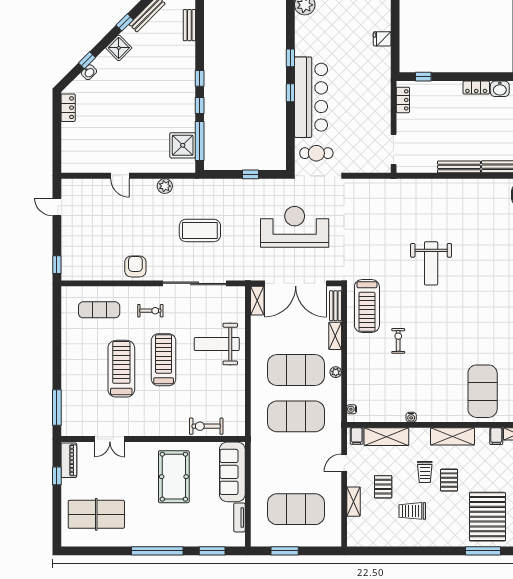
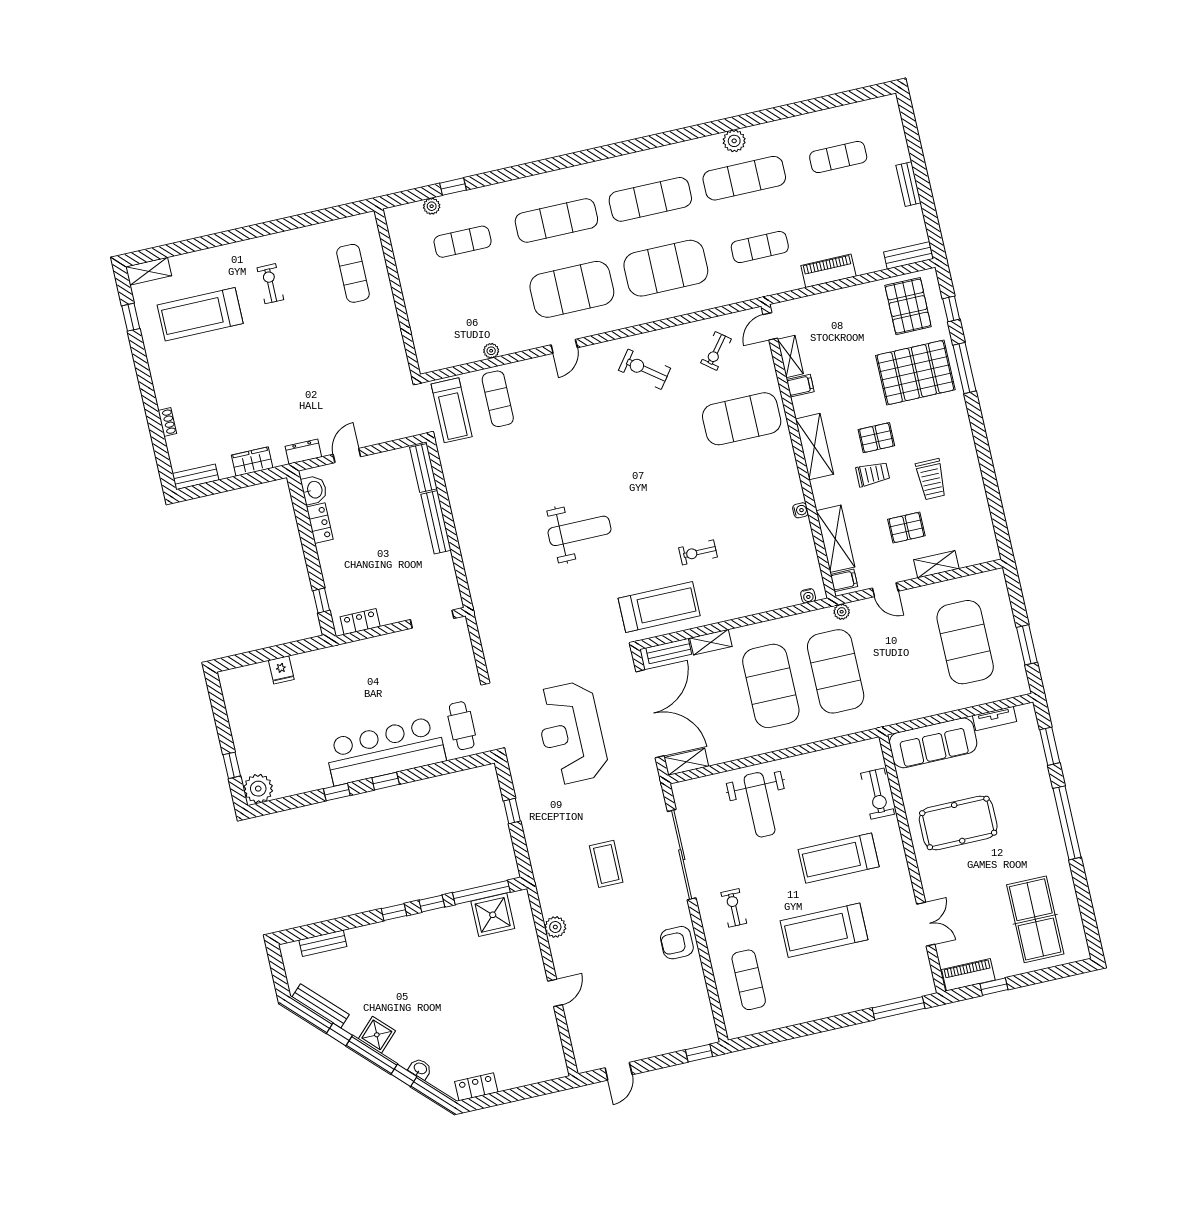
coffee table: (200, 230) -> (606, 864), width x0.73, depth x0.76
treadmill: (164, 360) -> (839, 858), moved
plant: (336, 372) -> (842, 612), moved

